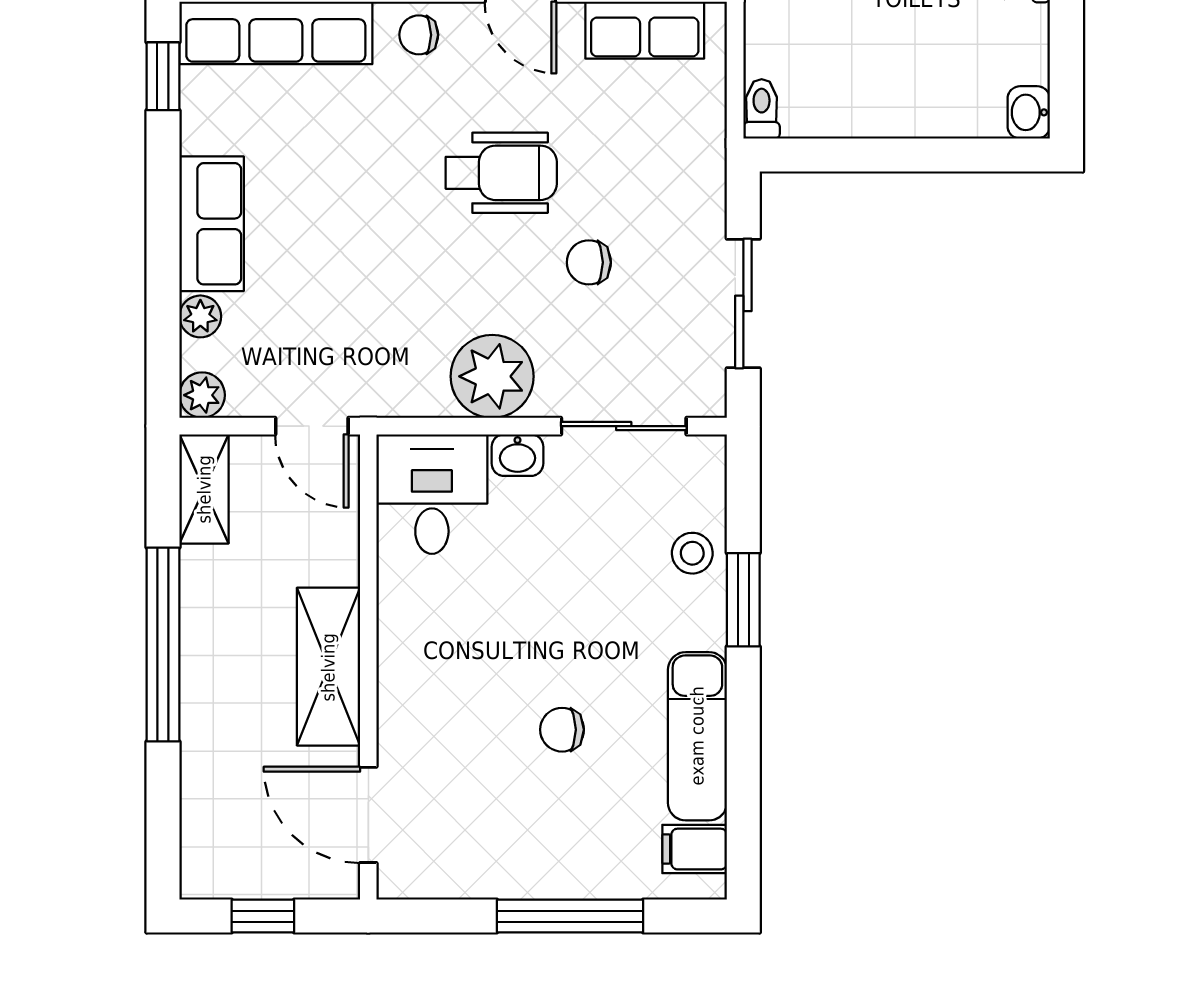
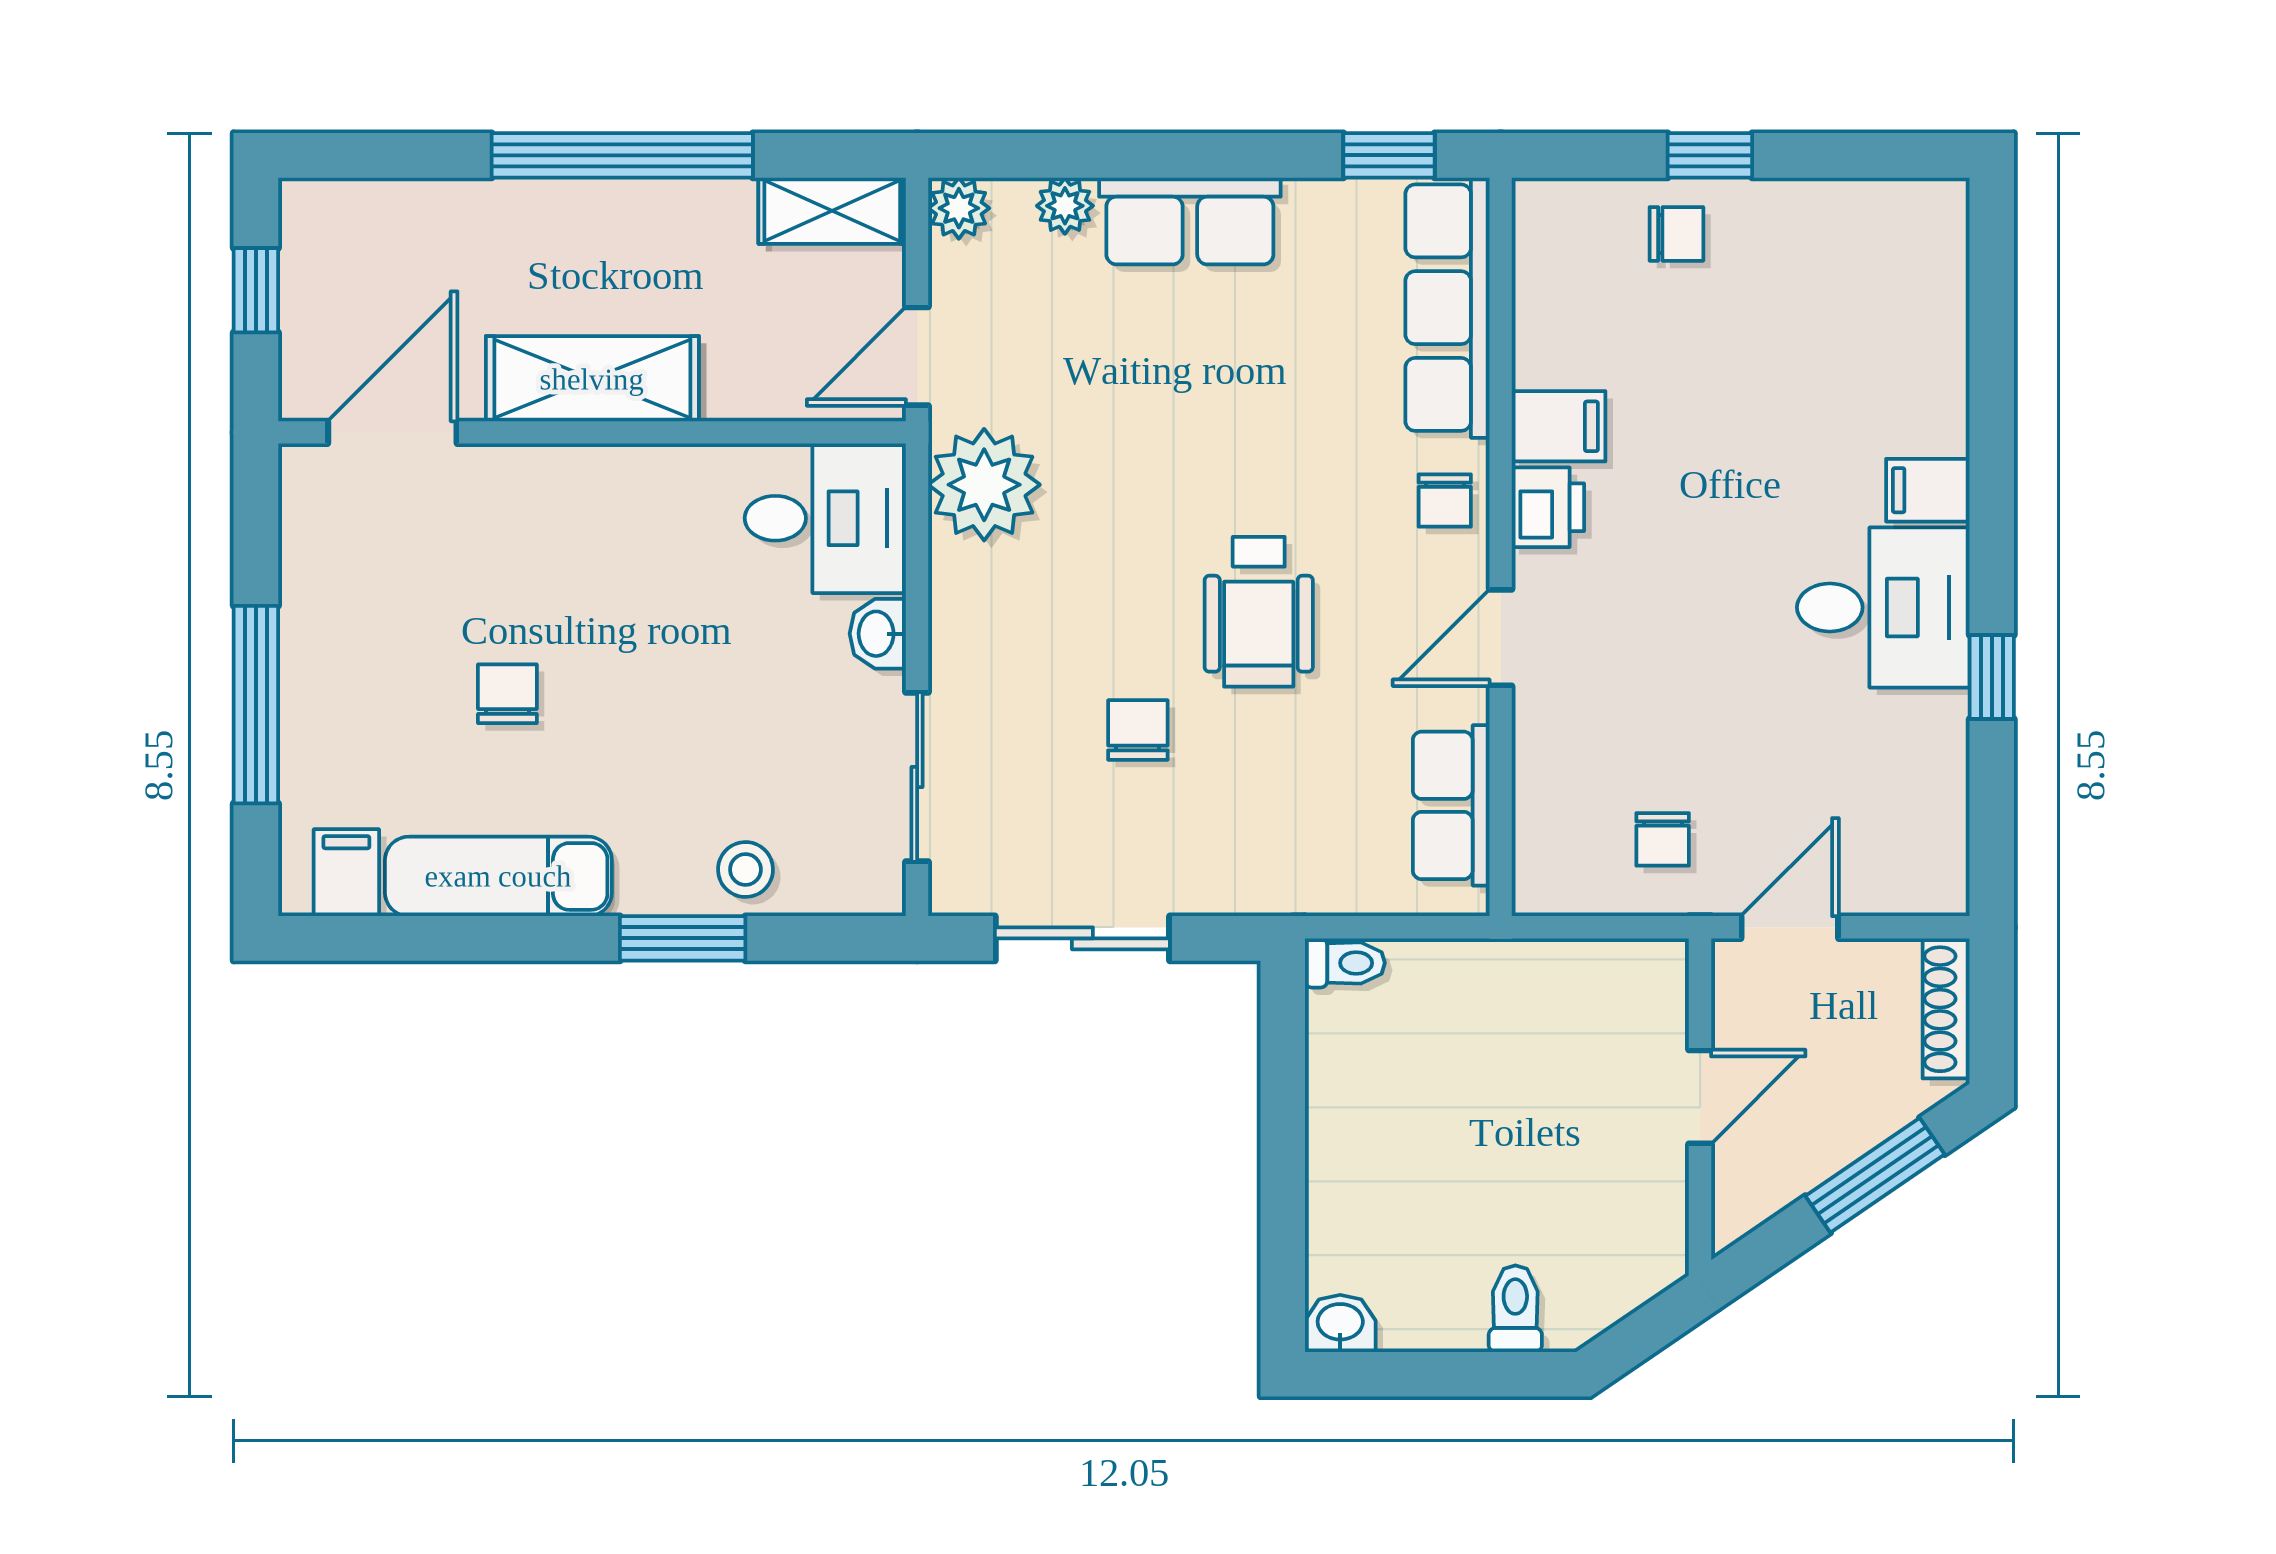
chair: (419, 35) -> (1445, 500), turned 180
plant: (492, 376) -> (984, 485), moved

